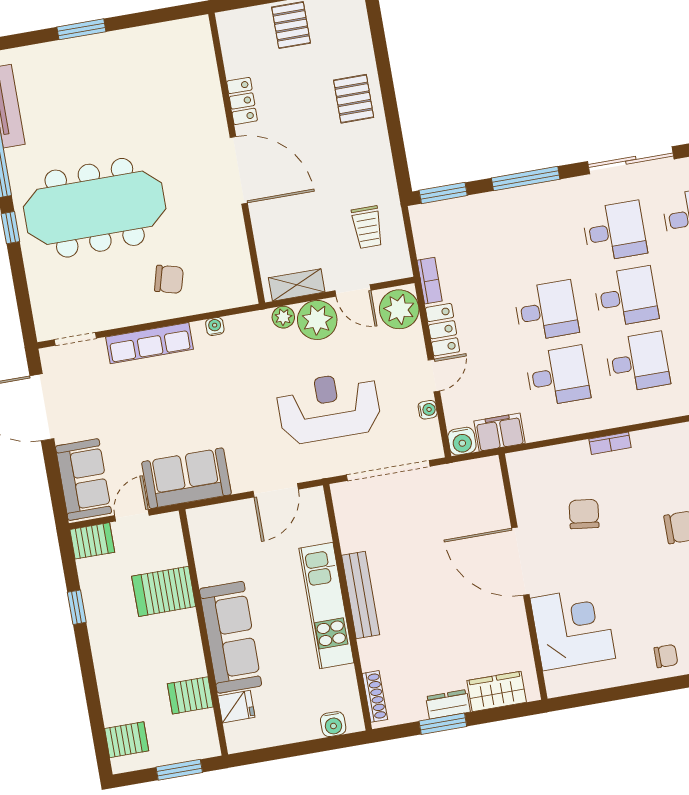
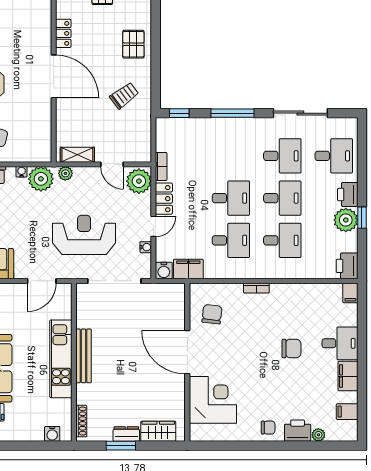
window: (443, 193) -> (179, 113), width x0.67
trolley: (367, 227) -> (124, 96), moved, turned -127
plant: (317, 320) -> (41, 179), moved
chair: (584, 514) -> (212, 314), moved

